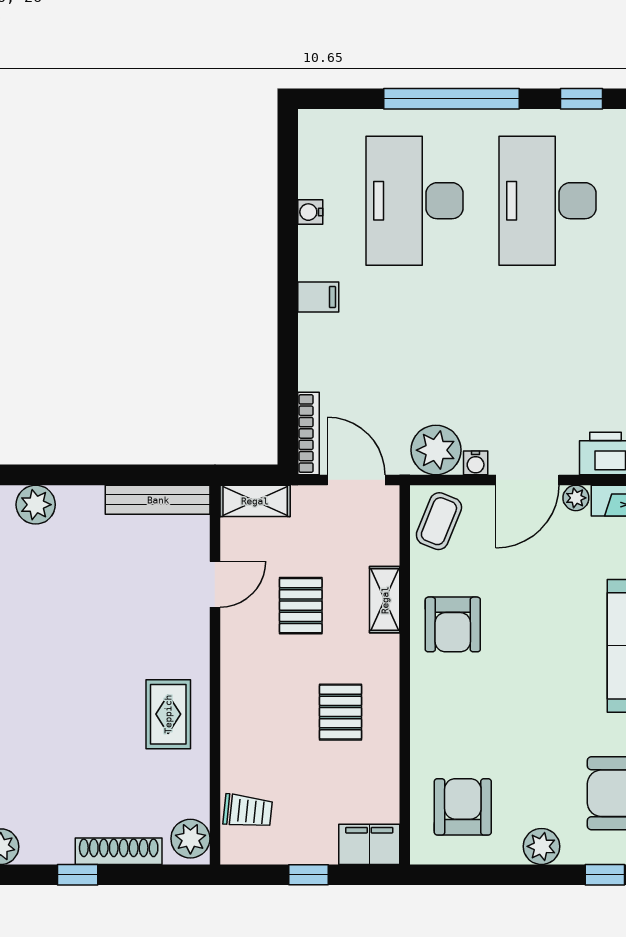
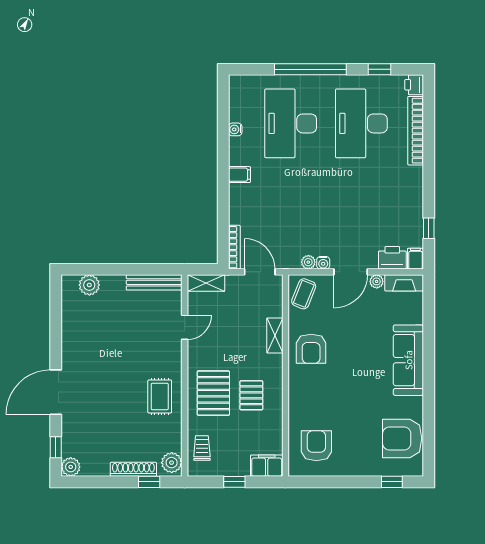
plant: (436, 450) -> (308, 262), width x0.53, depth x0.53
pallet: (301, 606) -> (213, 393), moved, width x1.50, depth x1.42
trolley: (248, 811) -> (202, 448), turned -96
plant: (541, 846) -> (358, 467), removed
window: (78, 875) -> (149, 482), moved

